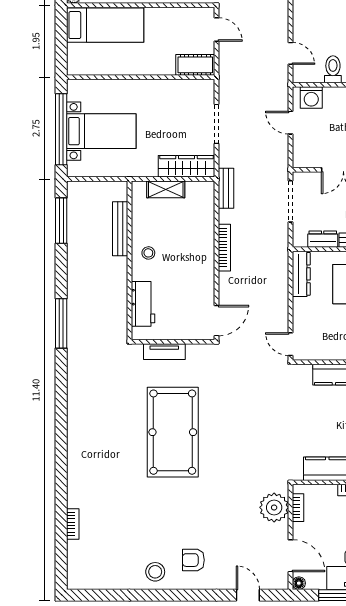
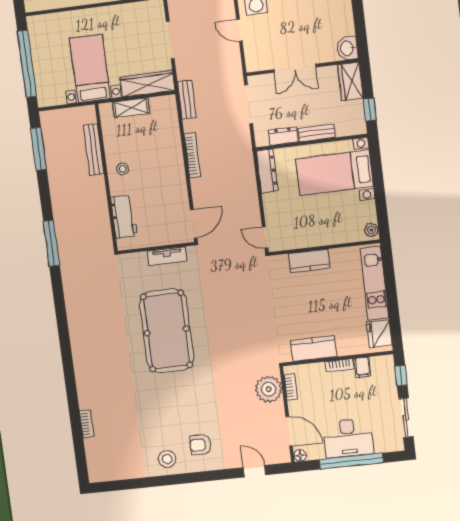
bed with nightstands: (101, 131) -> (90, 69), moved, turned -90
tv unit: (164, 352) -> (167, 256), moved

